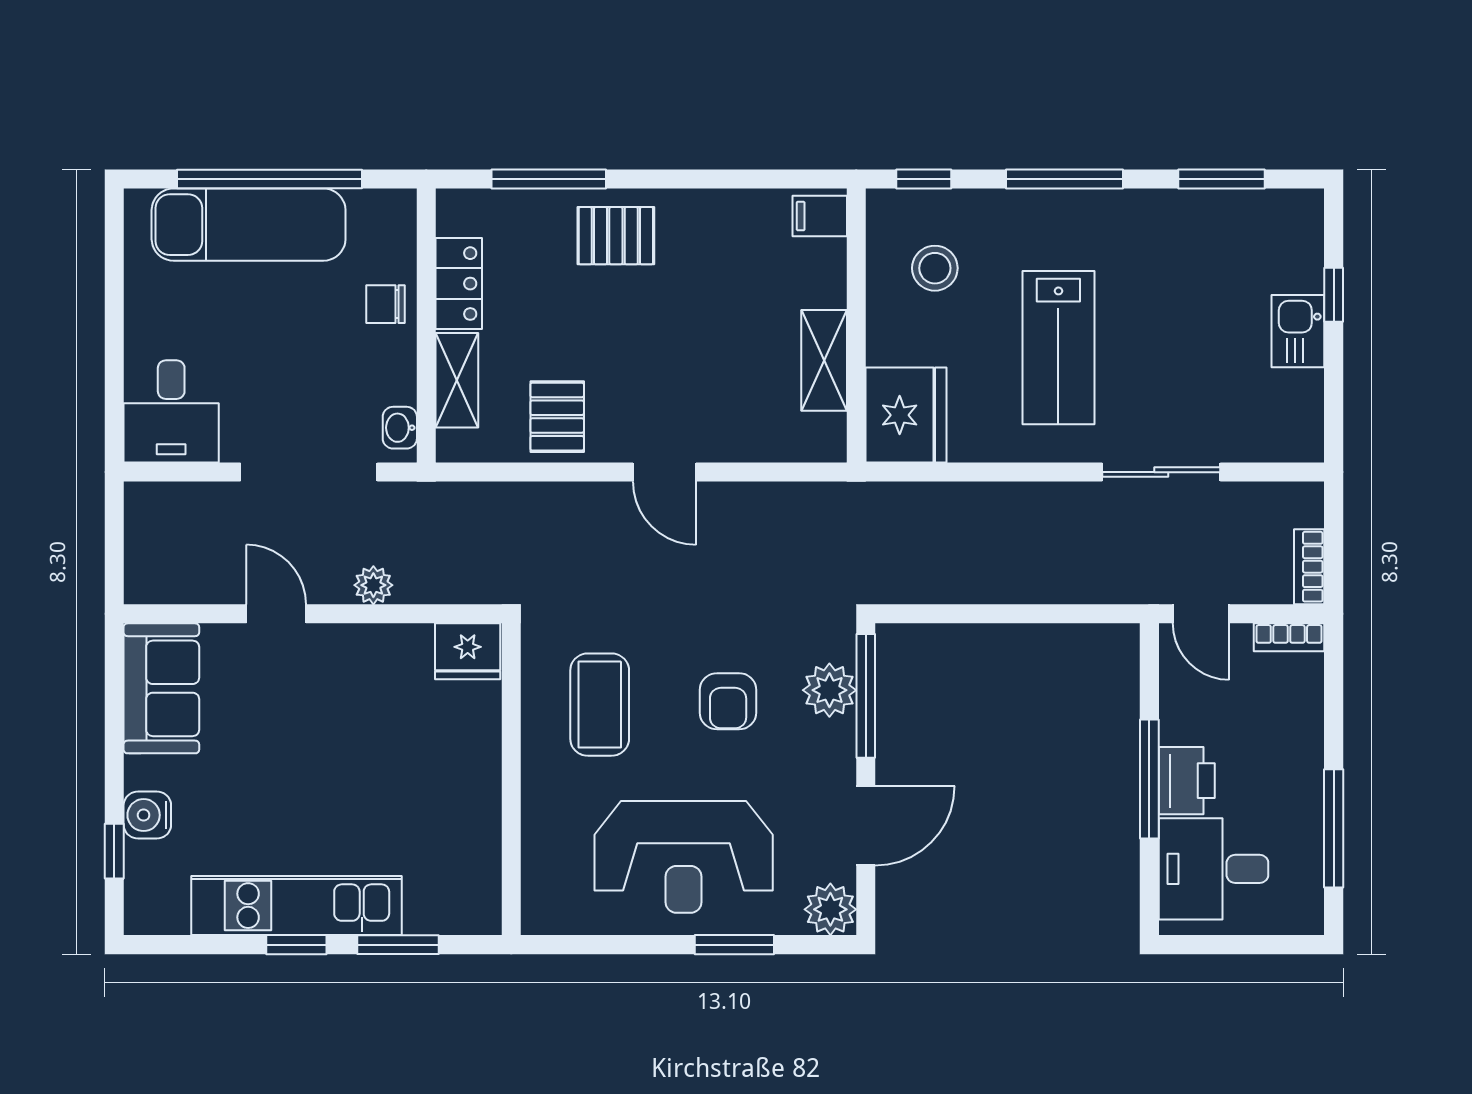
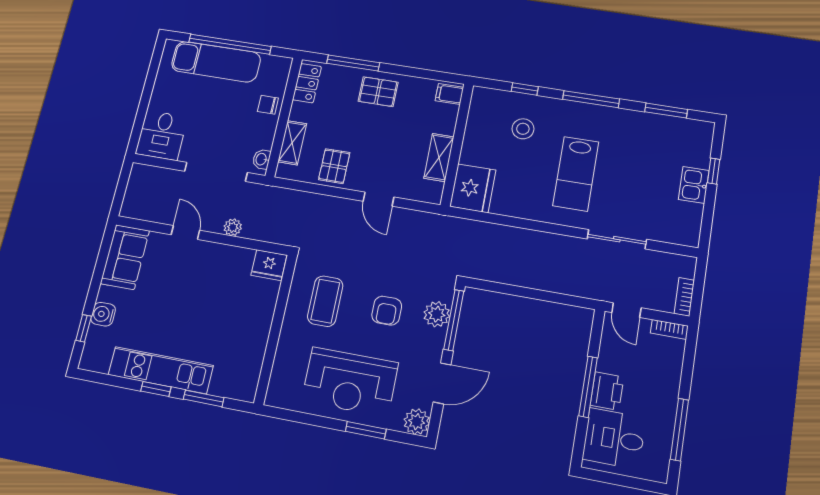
filing cabinet: (820, 216) -> (449, 94), moved
locker: (459, 284) -> (307, 83), moved
wall: (856, 325) -> (457, 144), moved
shelving: (824, 360) -> (439, 157), moved
fridge: (906, 415) -> (473, 188), moved

